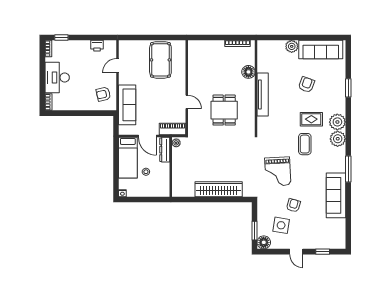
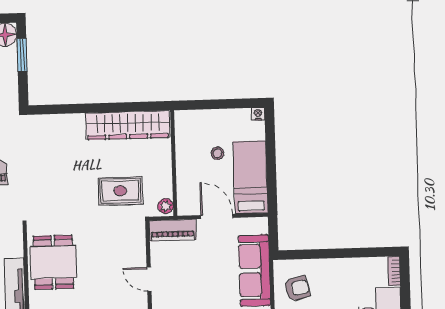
dining table: (224, 110) -> (53, 262), moved
dresser: (165, 150) -> (185, 193), removed
rug: (201, 152) -> (120, 191), added
wardrobe: (219, 189) -> (128, 125), moved

